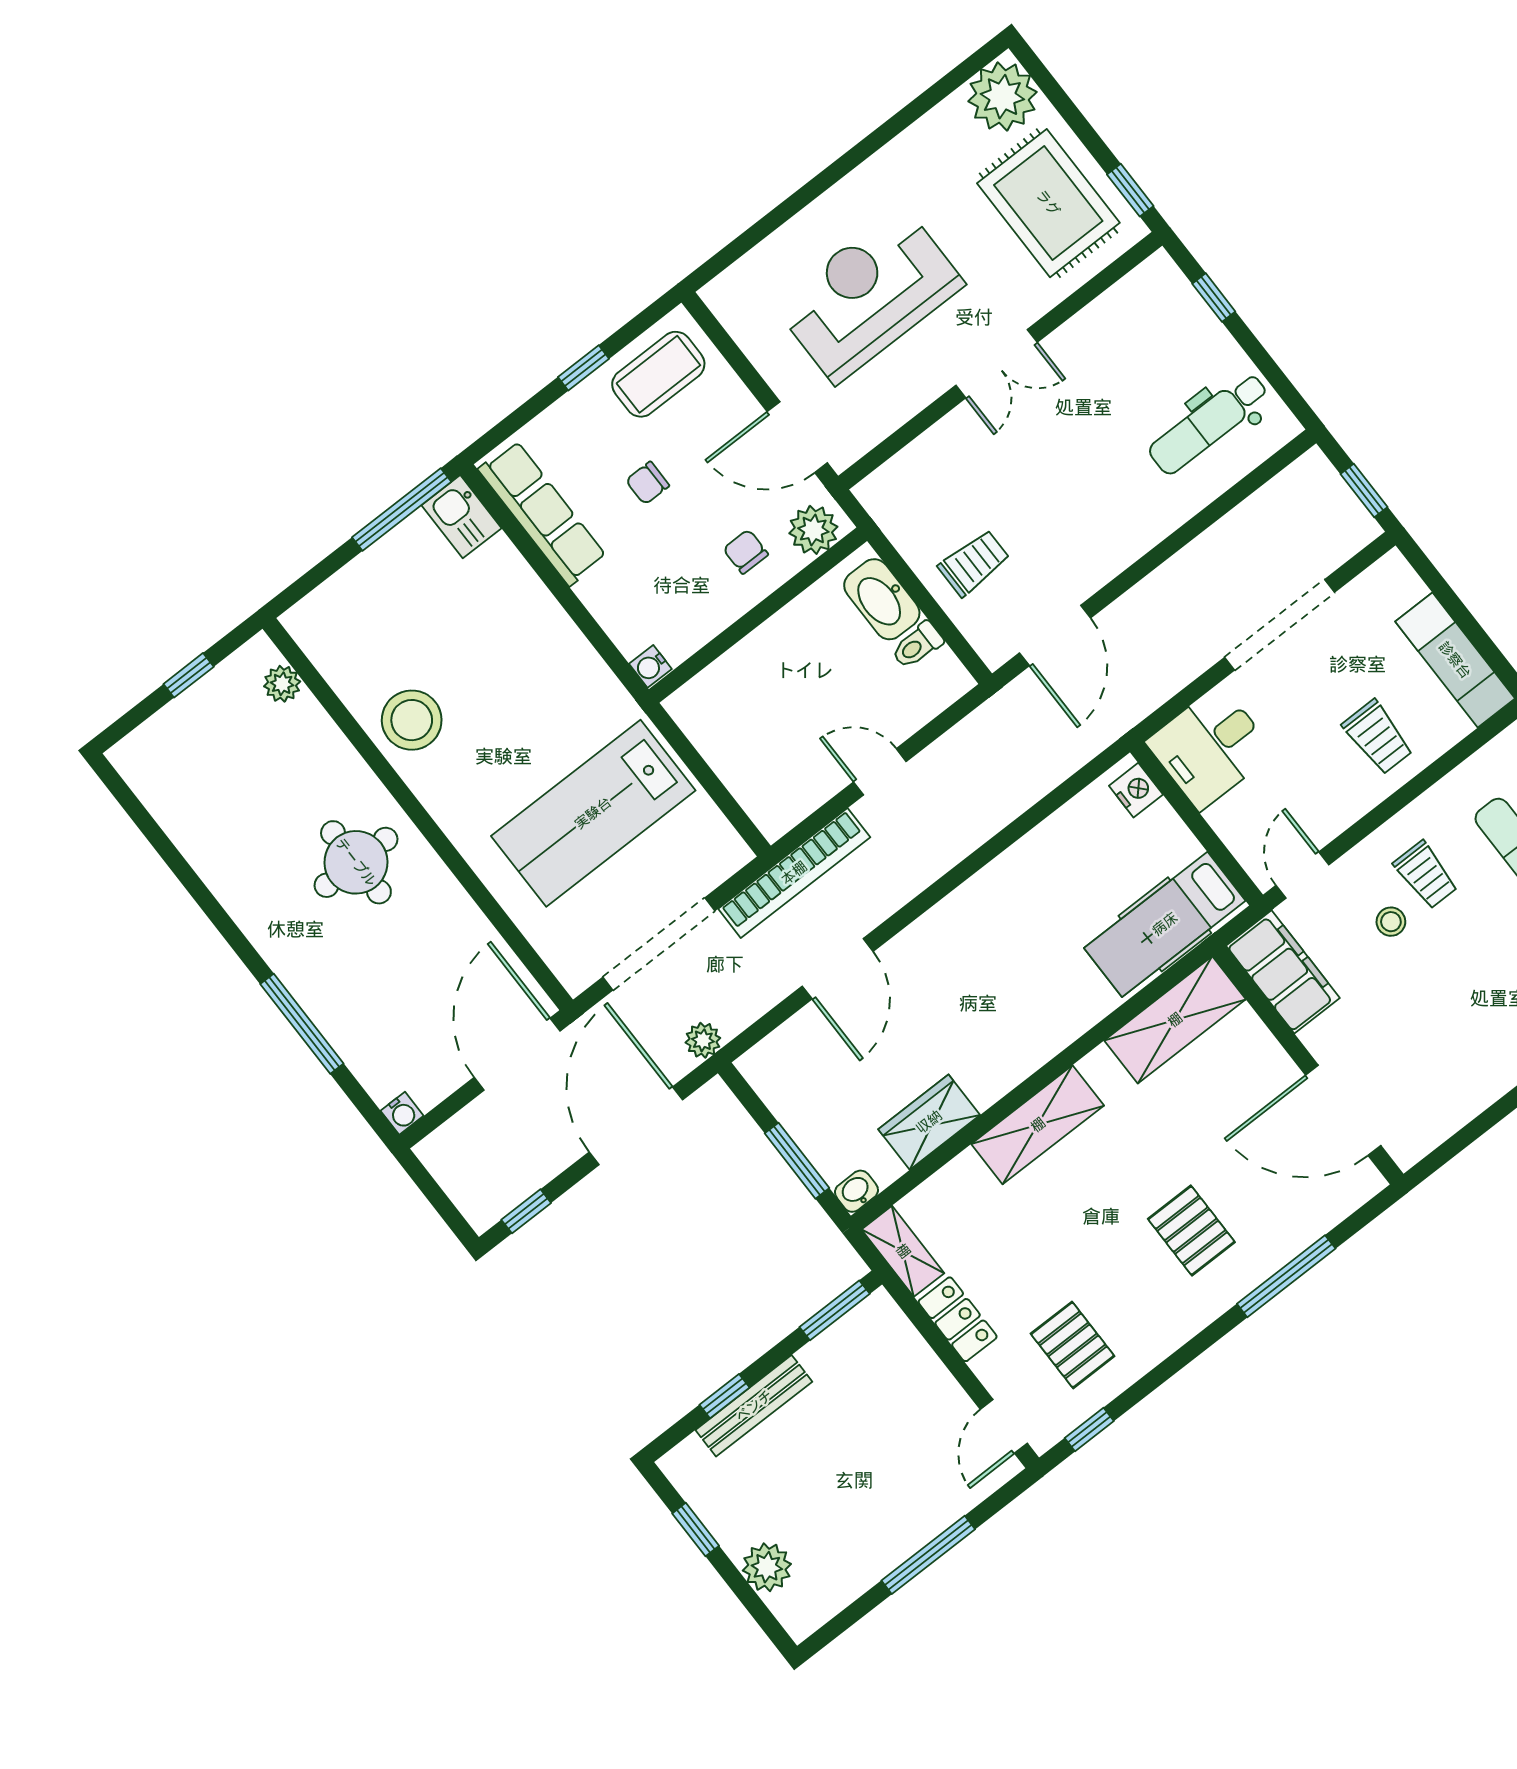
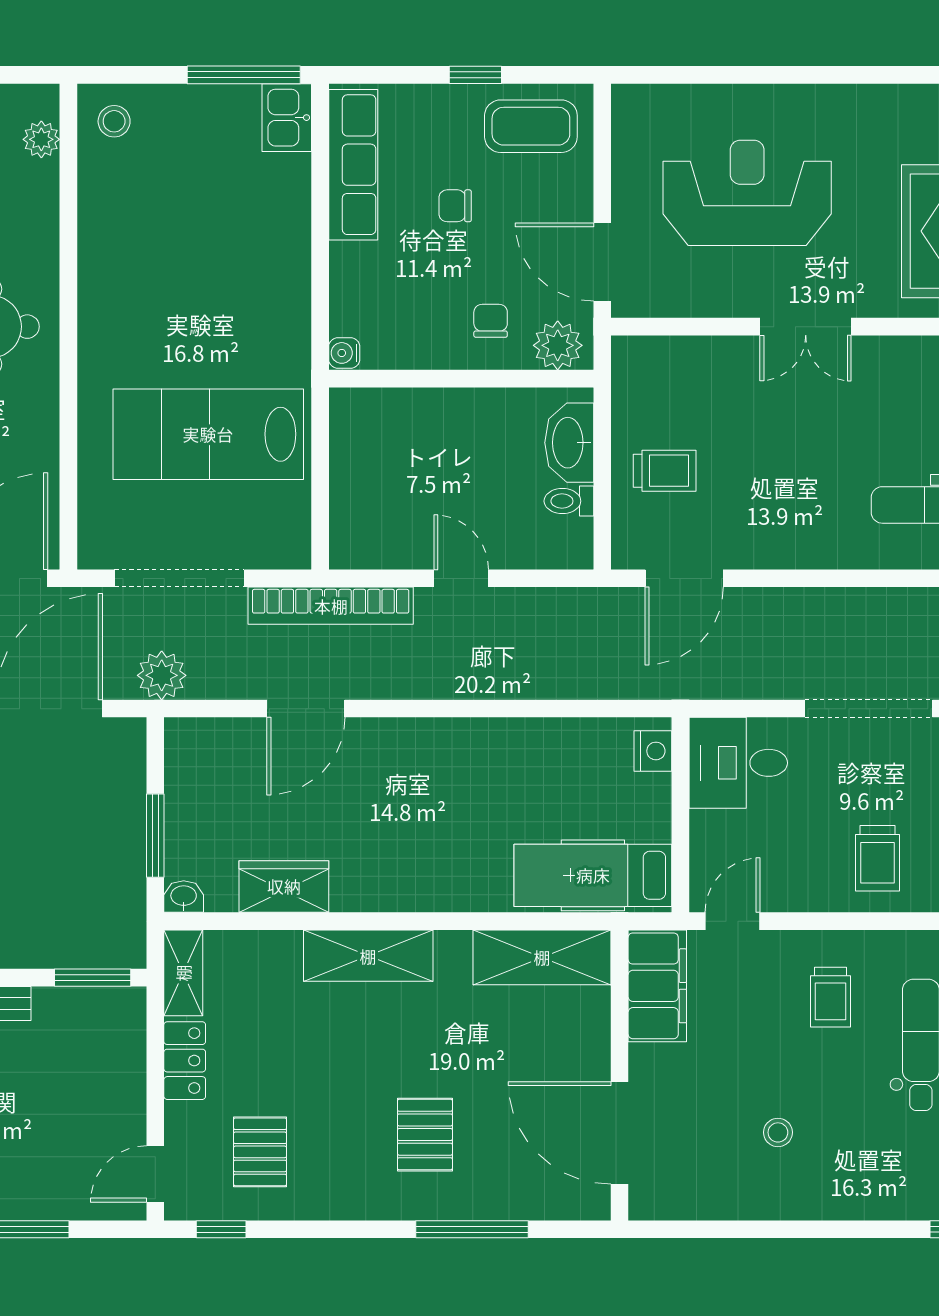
stool: (412, 720) -> (114, 121), moved, width x0.53, depth x0.53
stool: (1391, 922) -> (778, 1132), moved
plant: (703, 1040) -> (162, 675), width x1.38, depth x1.38

